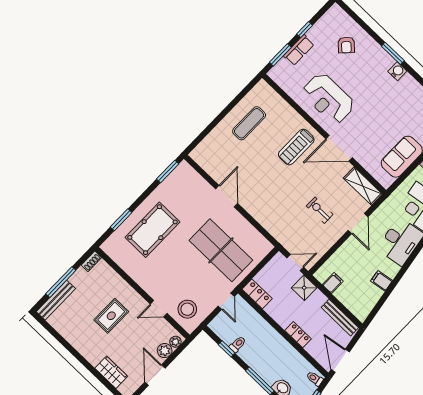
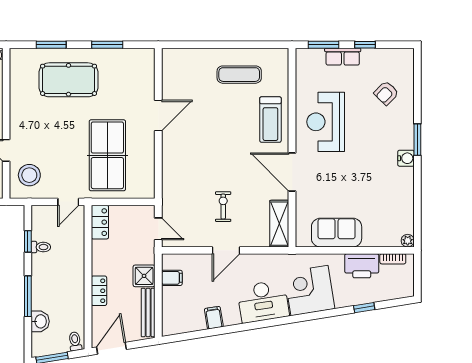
treadmill: (296, 147) -> (270, 120), moved, turned -90
window: (168, 171) -> (107, 45), moved
door: (358, 224) -> (226, 250), moved
shower: (304, 288) -> (144, 276), moved

